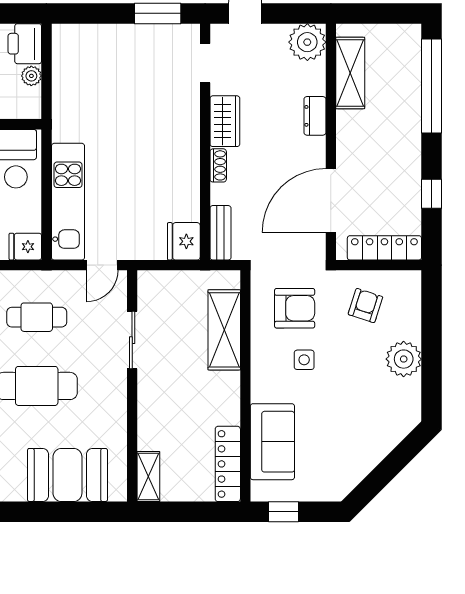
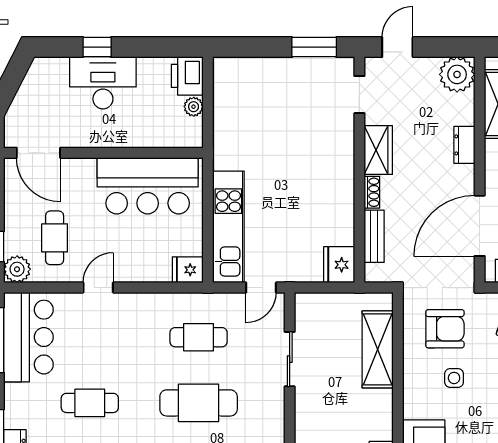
bench: (221, 233) -> (374, 236), moved

